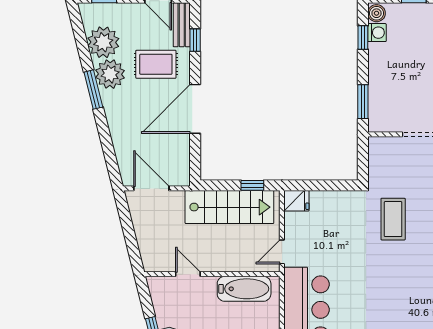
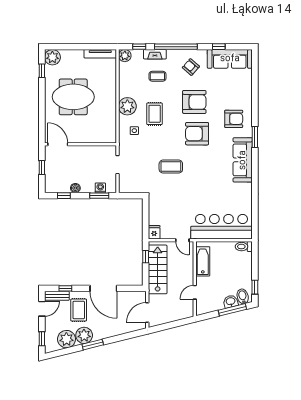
boiler: (377, 13) -> (75, 188), moved
washing machine: (377, 33) -> (100, 188), moved
coffee table: (393, 219) -> (171, 167), moved

